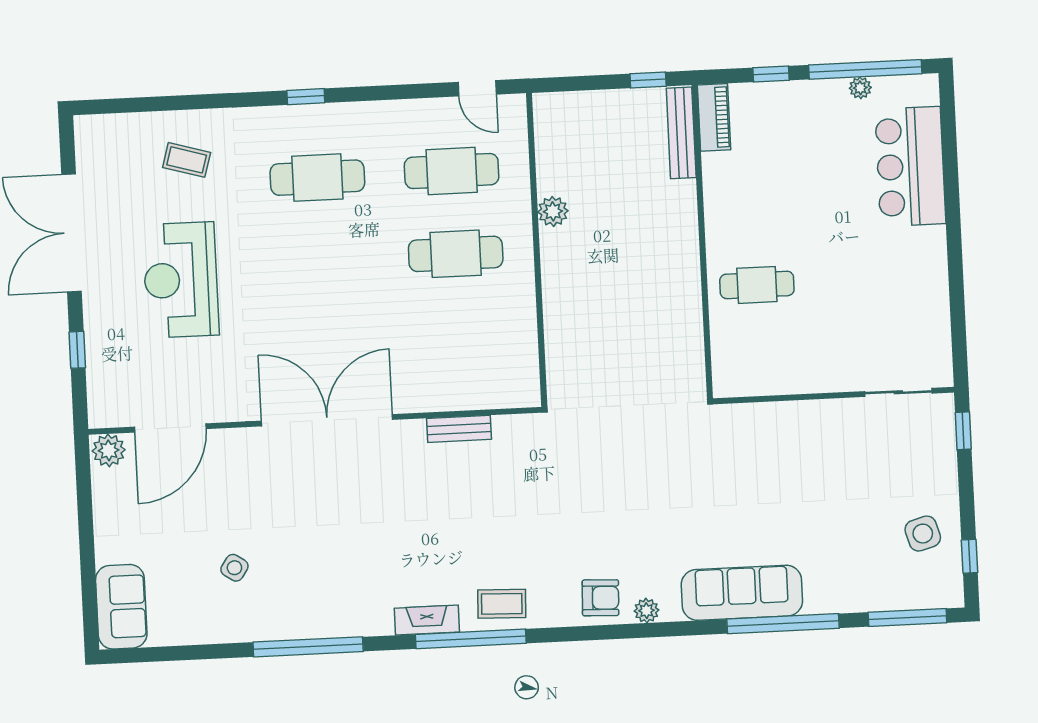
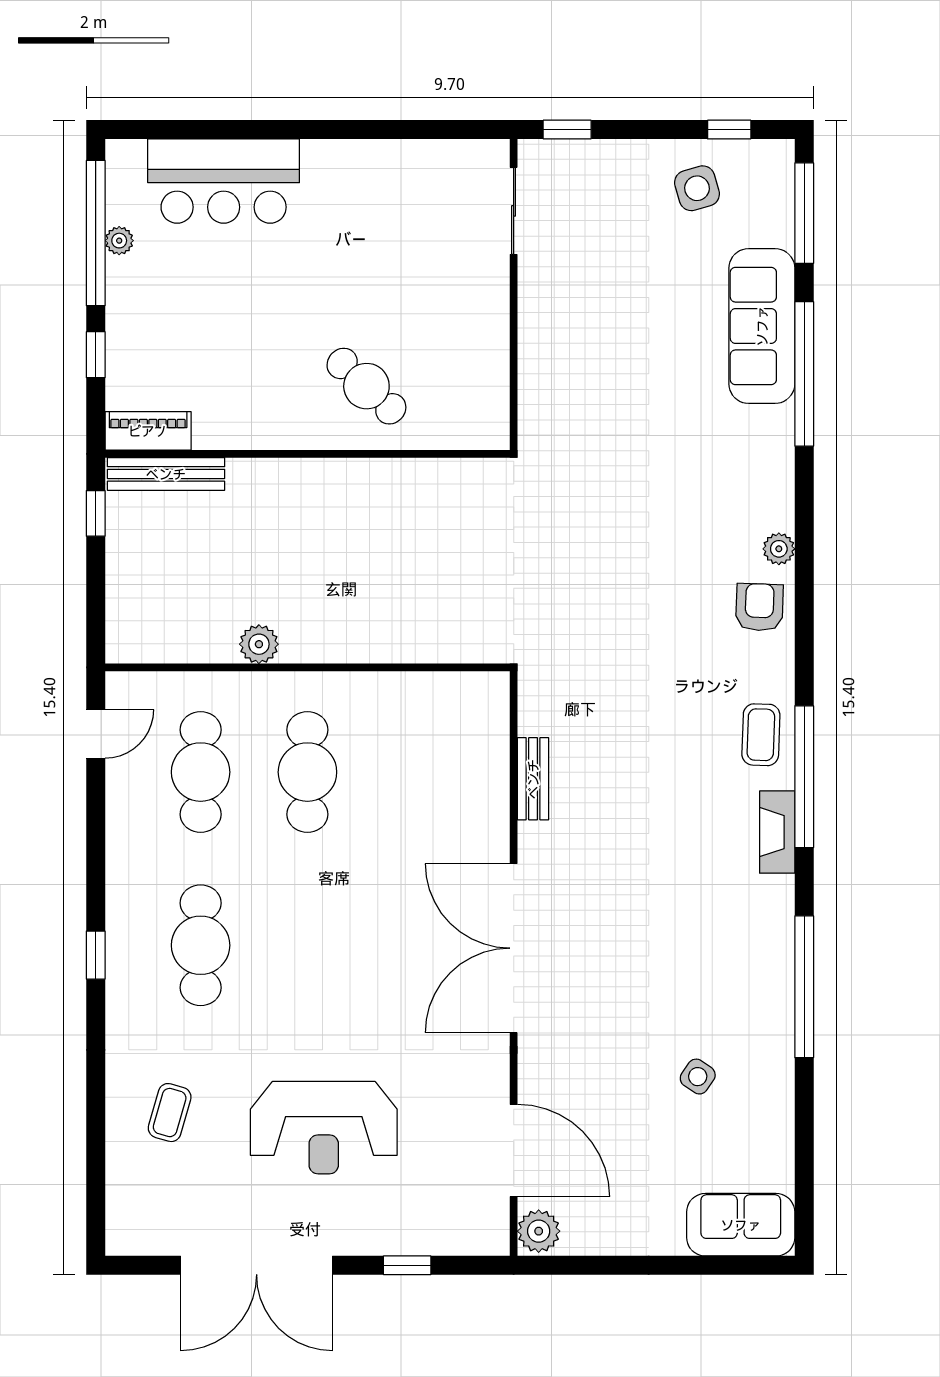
cafe table: (757, 285) -> (366, 386), turned -47
sofa: (742, 593) -> (762, 326), moved

